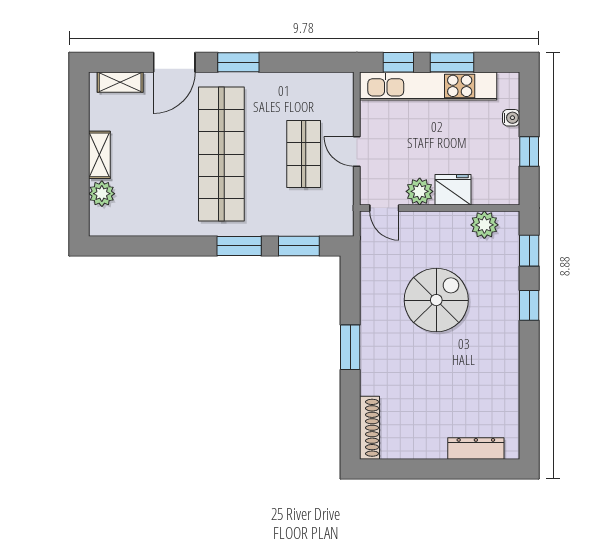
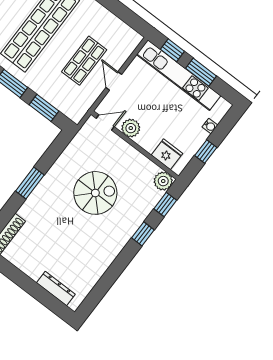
fridge: (453, 190) -> (167, 154), moved
door: (384, 208) -> (105, 122), swing flipped
plant: (484, 225) -> (163, 181), moved

